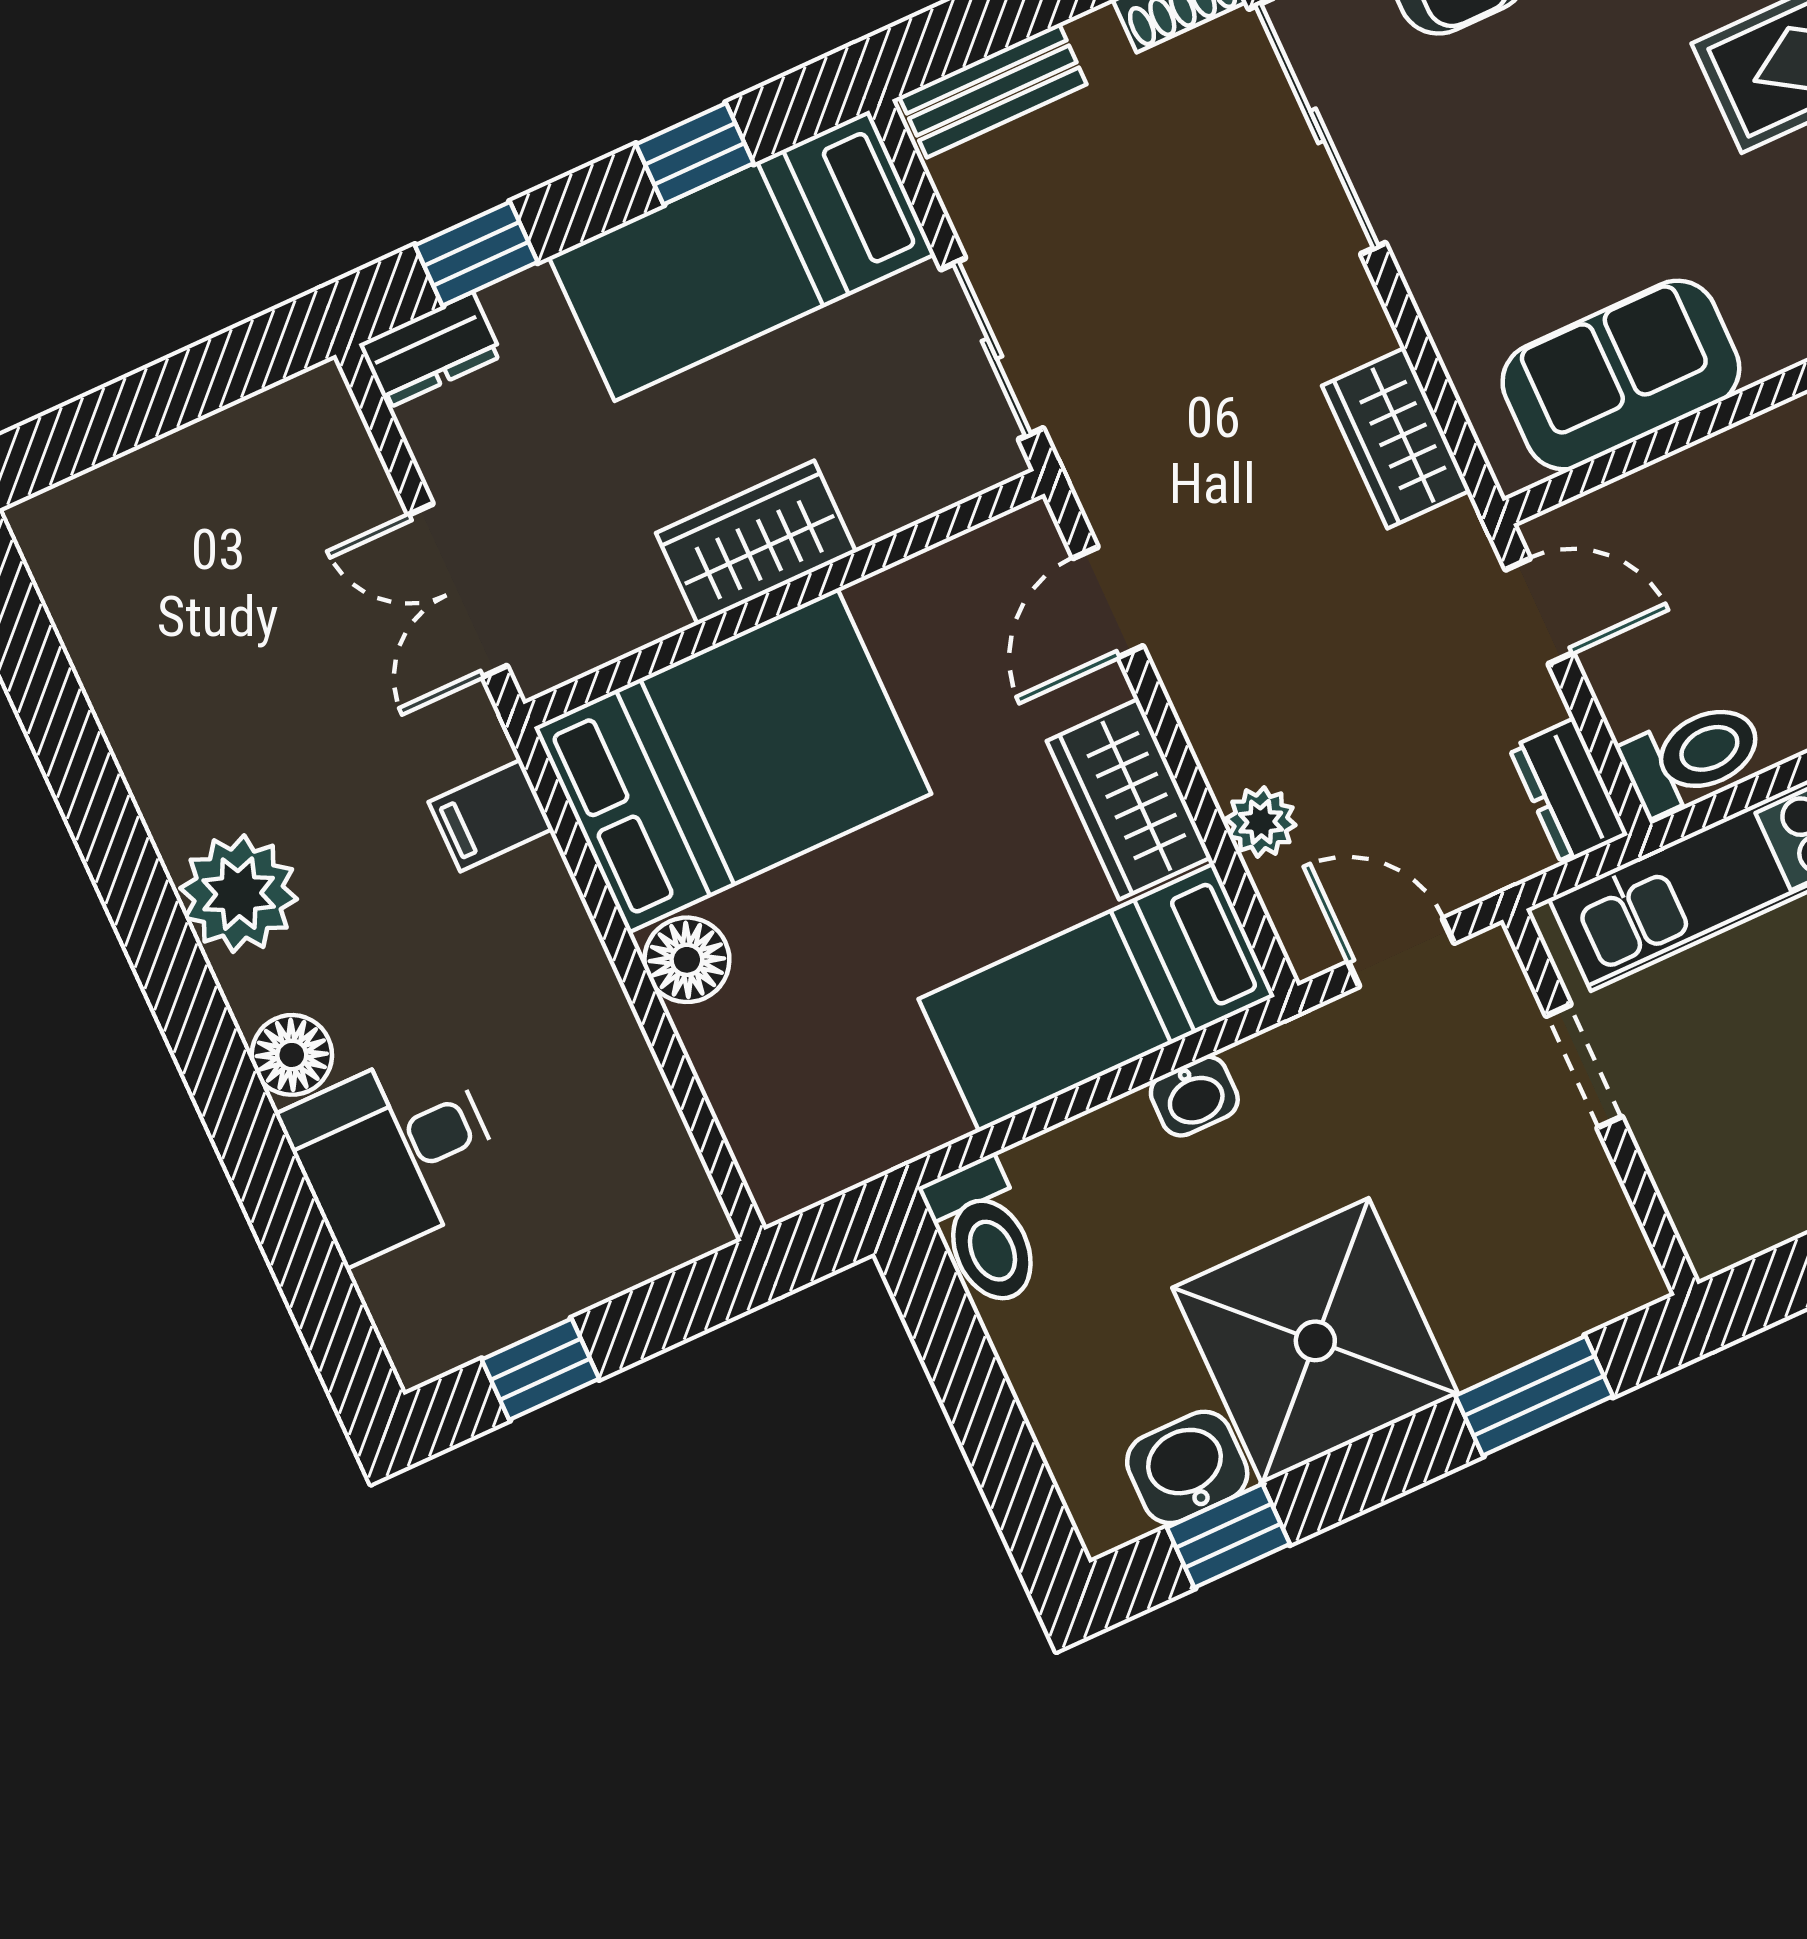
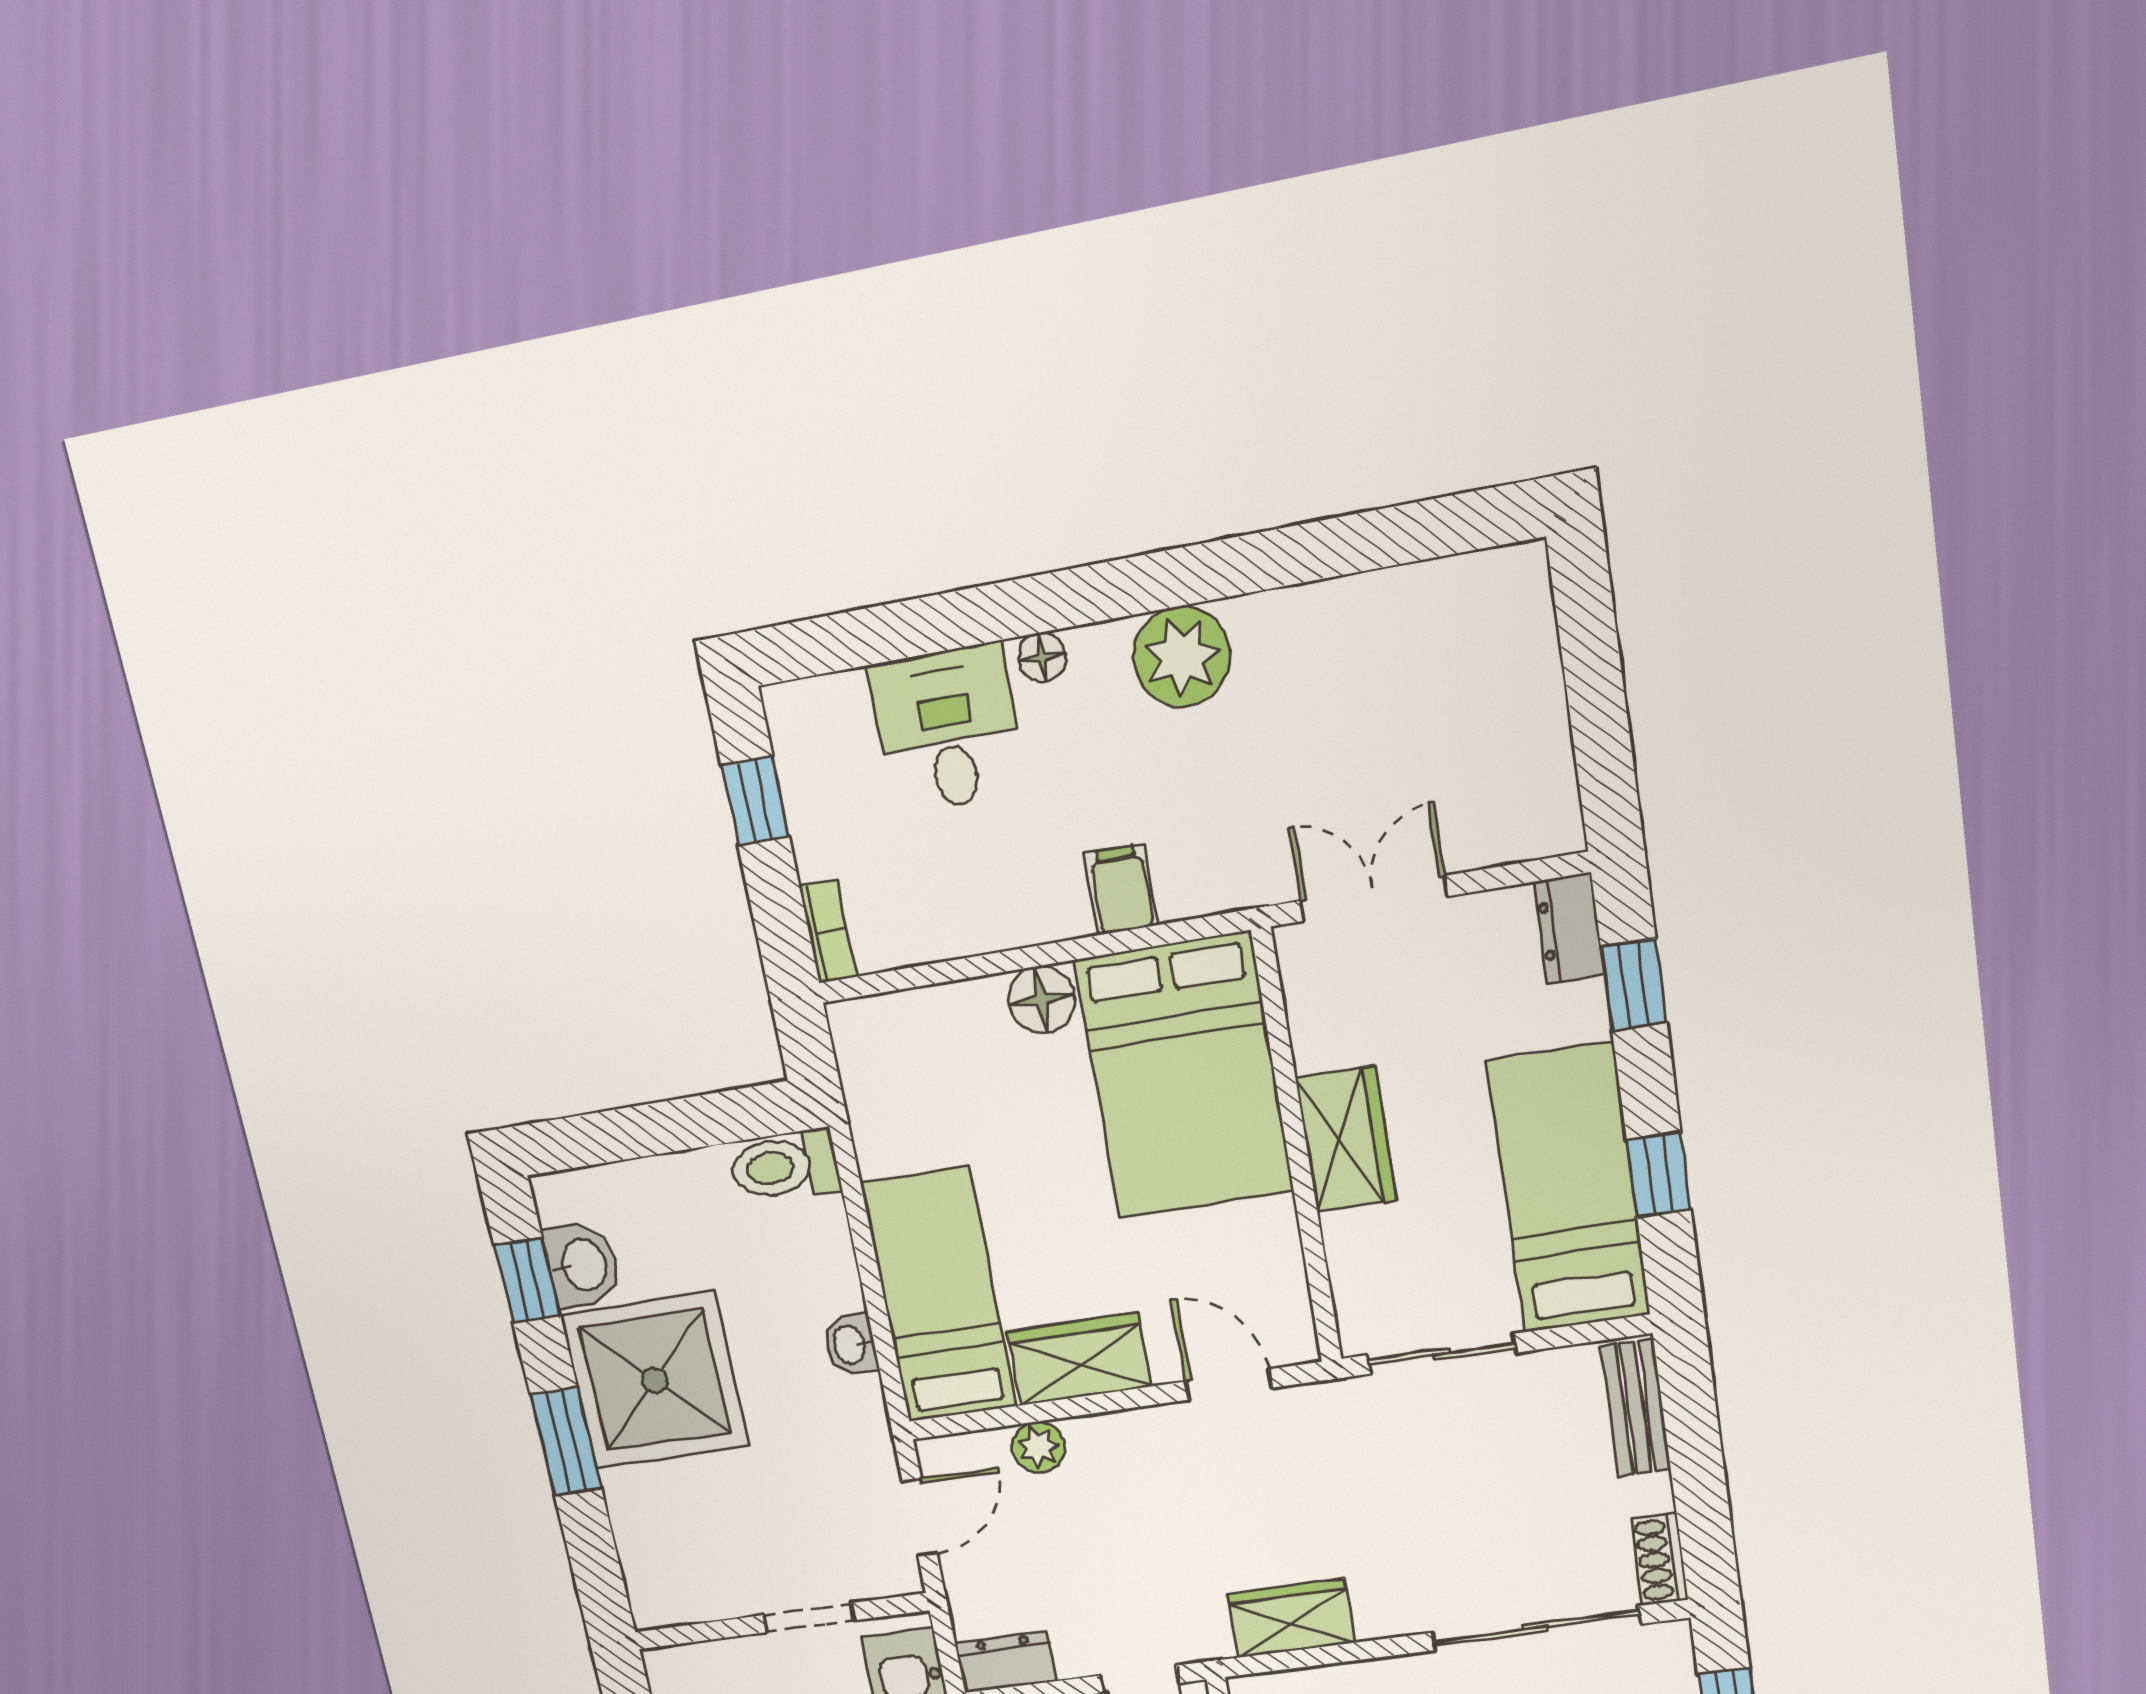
filing cabinet: (491, 815) -> (1121, 889), moved
floor lamp: (292, 1055) -> (1042, 657), width x0.73, depth x0.73
bookcase: (675, 1244) -> (828, 931), added
window: (1534, 1396) -> (566, 1442), moved

